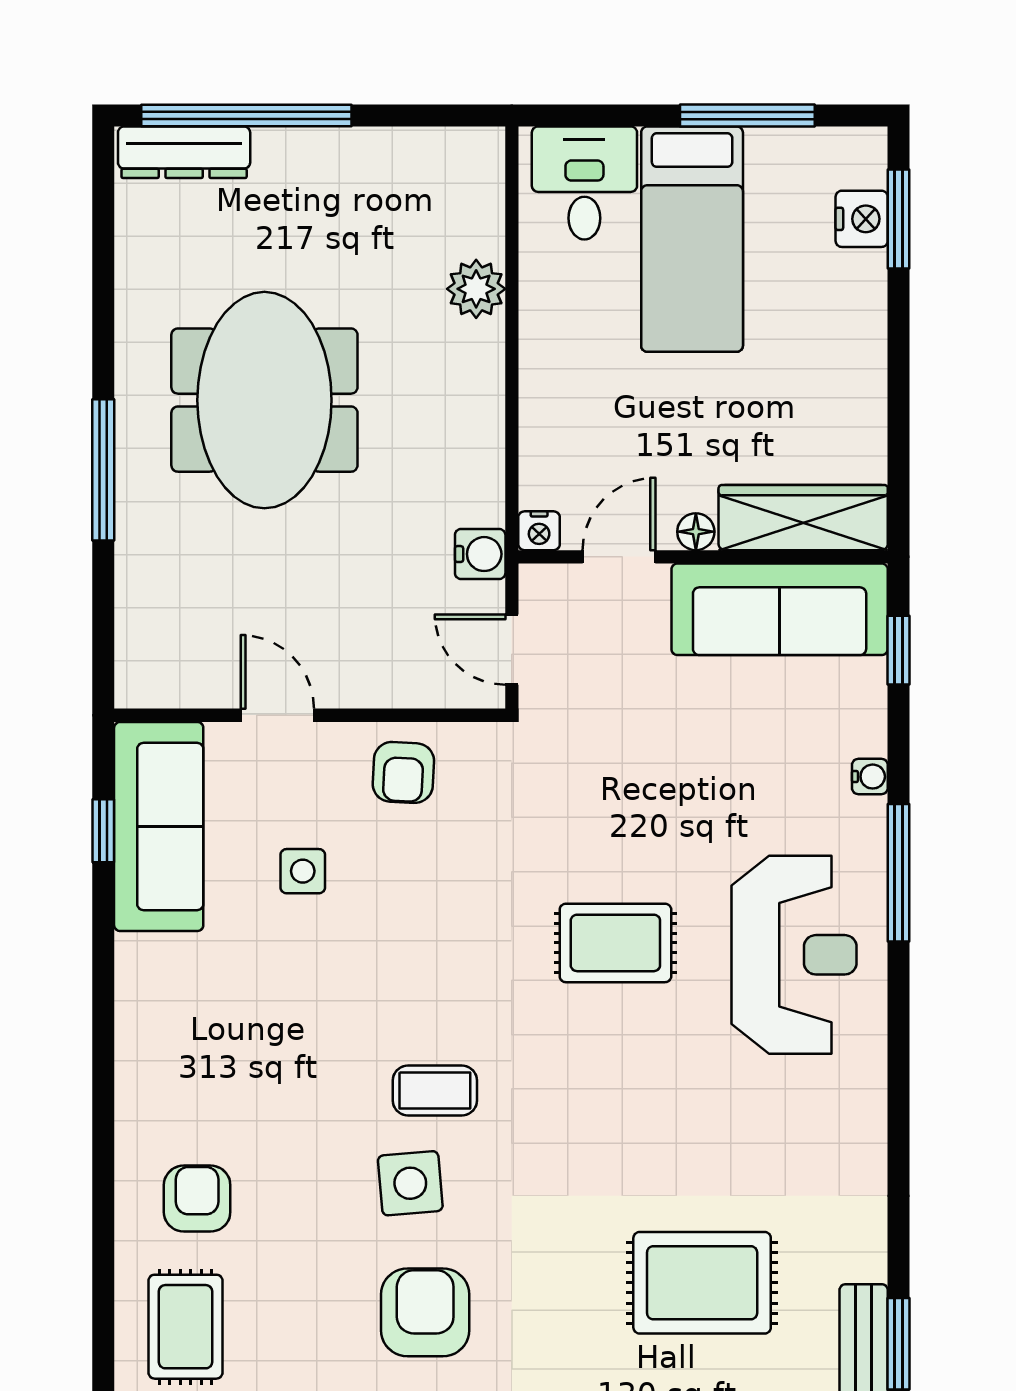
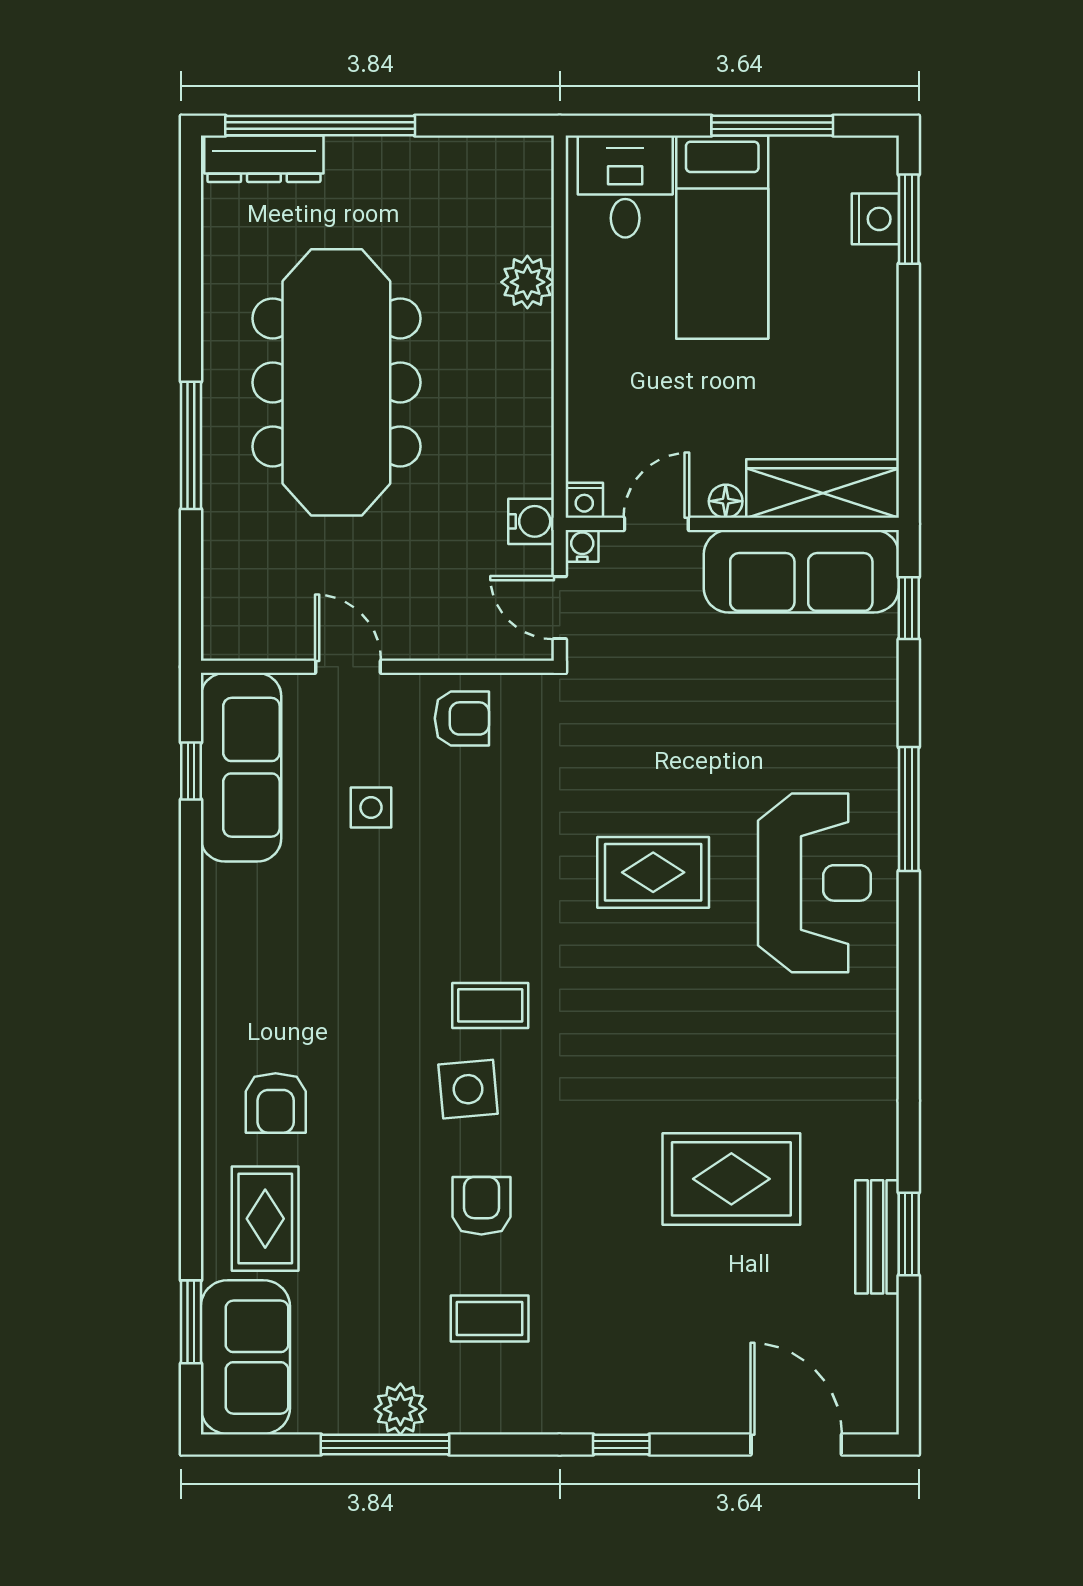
meeting table: (264, 400) -> (336, 382), width x1.36
armchair: (403, 772) -> (462, 718), turned -93
water cooler: (870, 777) -> (582, 546), moved, turned -90
armchair: (197, 1199) -> (276, 1103), turned 180
armchair: (425, 1312) -> (481, 1206), width x0.72, depth x0.72

